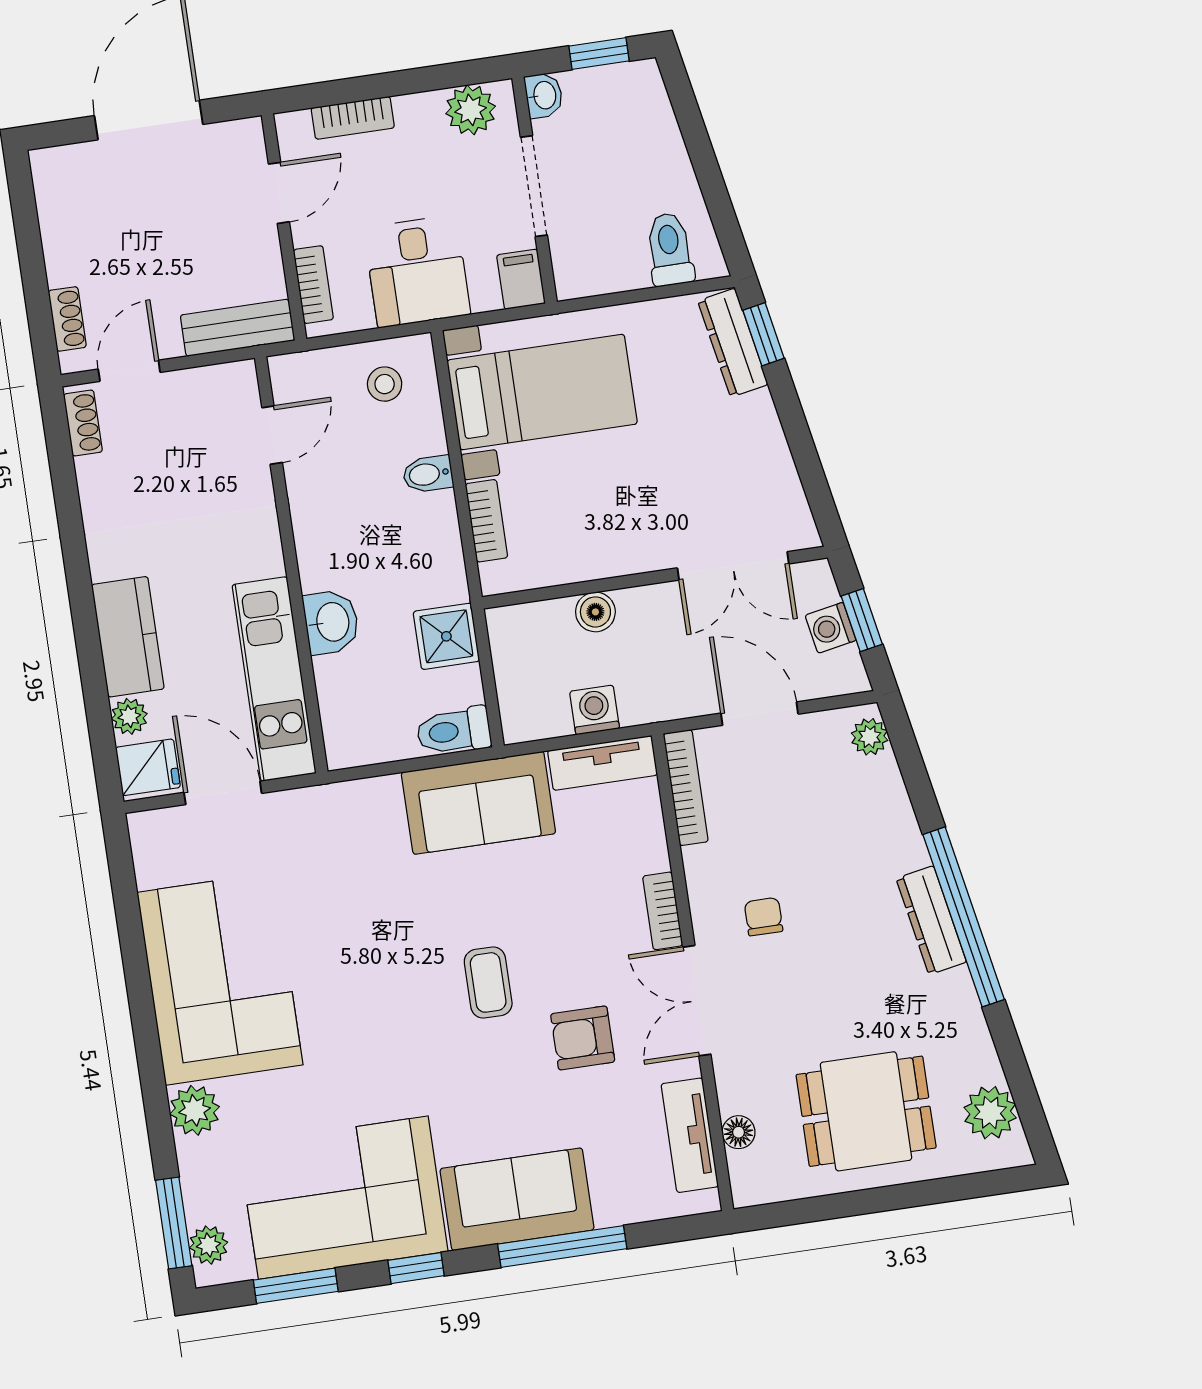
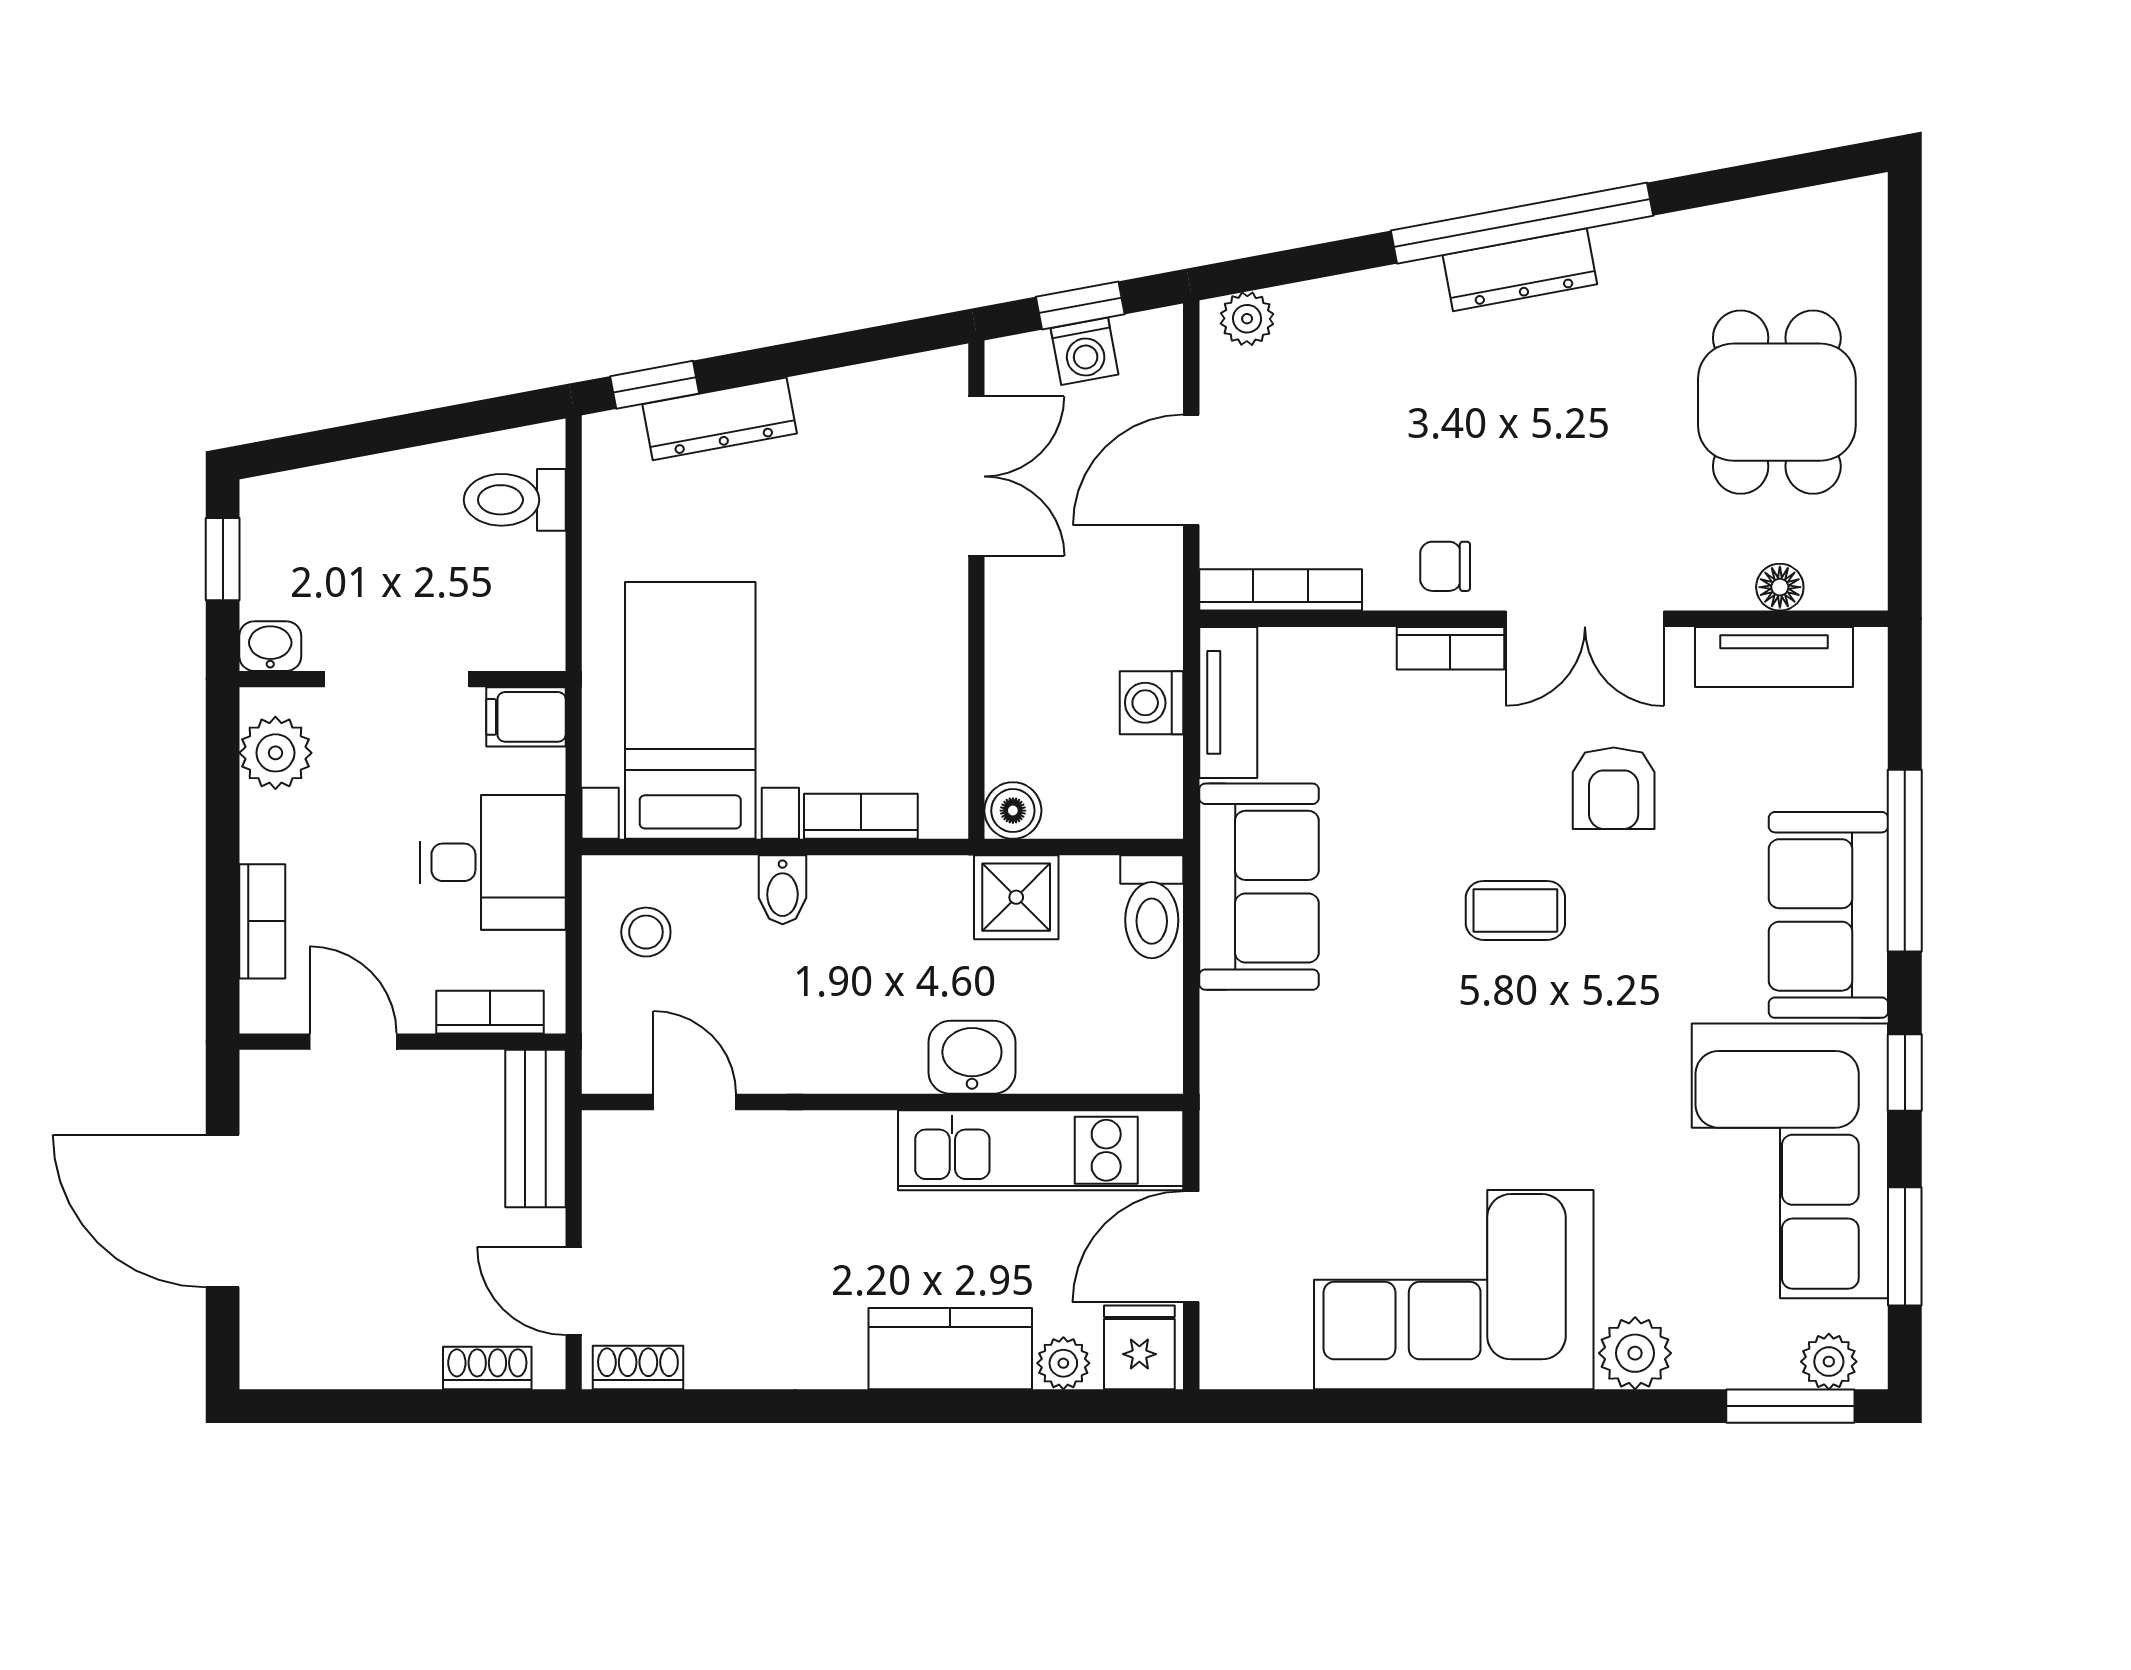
dresser: (733, 343) -> (720, 419), moved
boiler: (595, 612) -> (1013, 811), moved
chair: (764, 917) -> (1445, 566), moved
plant: (990, 1113) -> (1805, 227), removed

